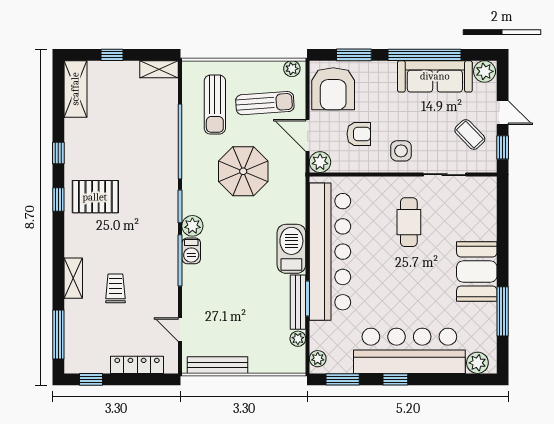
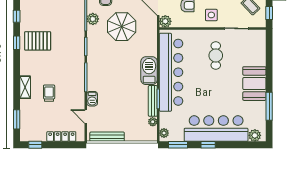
plant: (192, 226) -> (93, 19), moved
barbecue: (191, 251) -> (92, 99), moved
window: (58, 335) -> (17, 119), width x0.69

